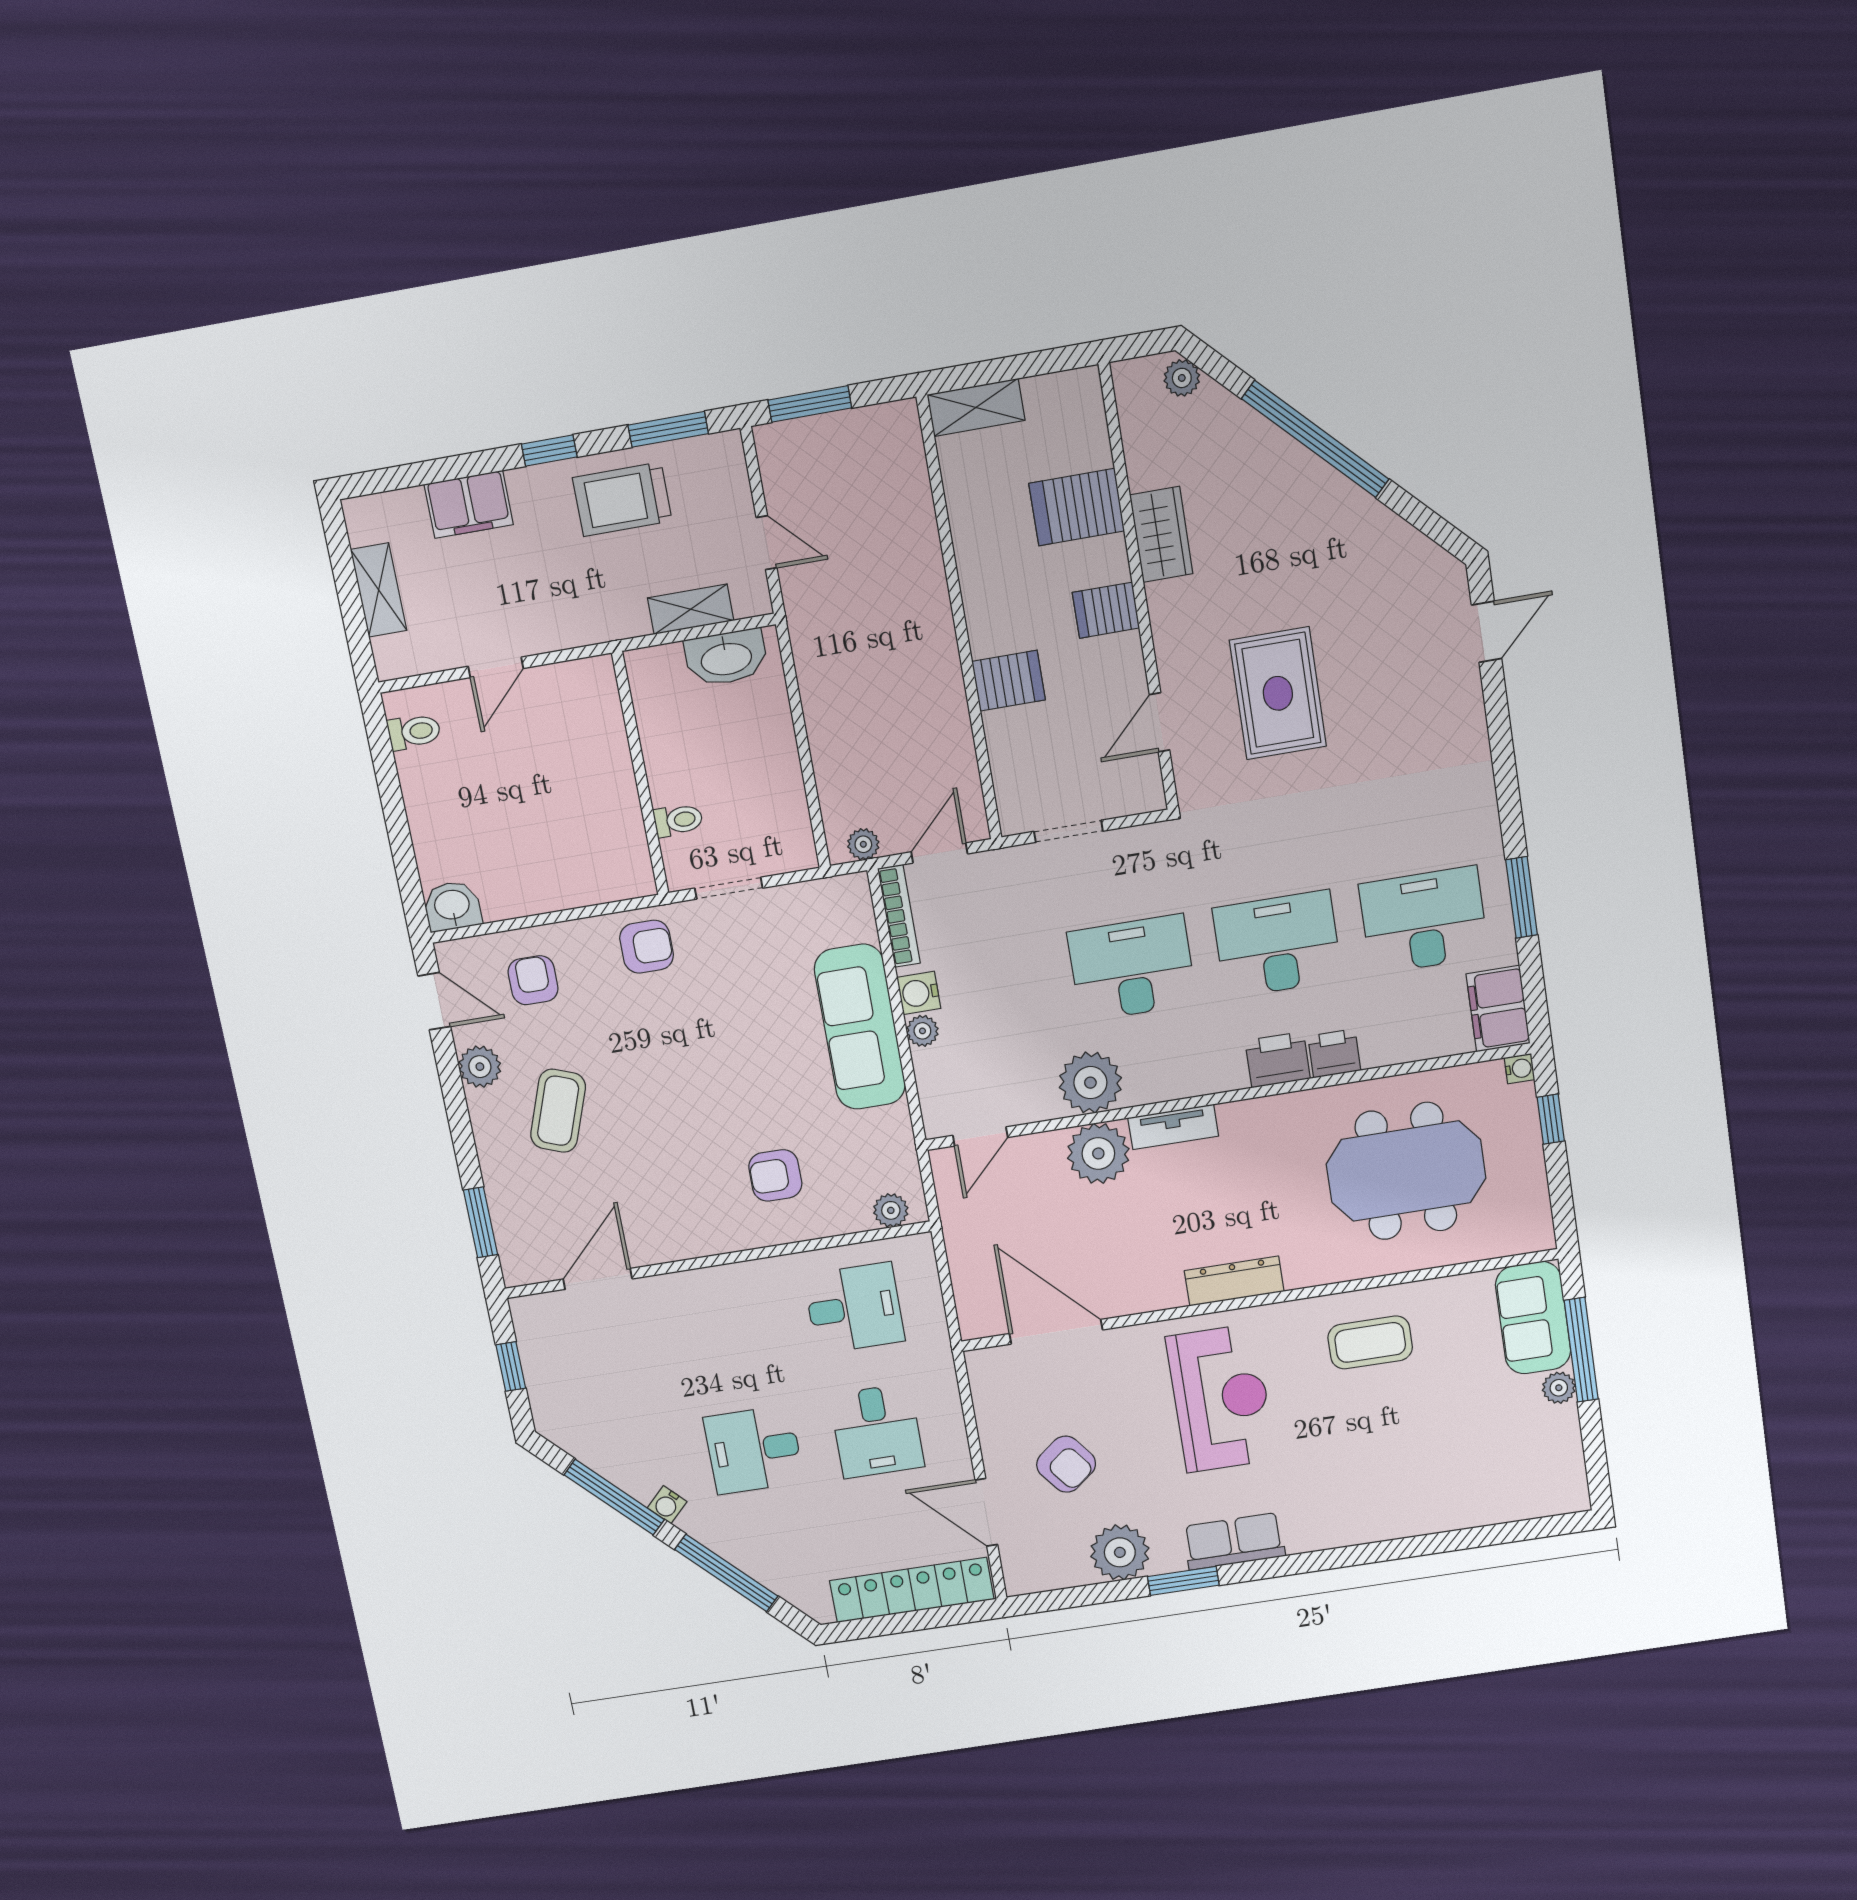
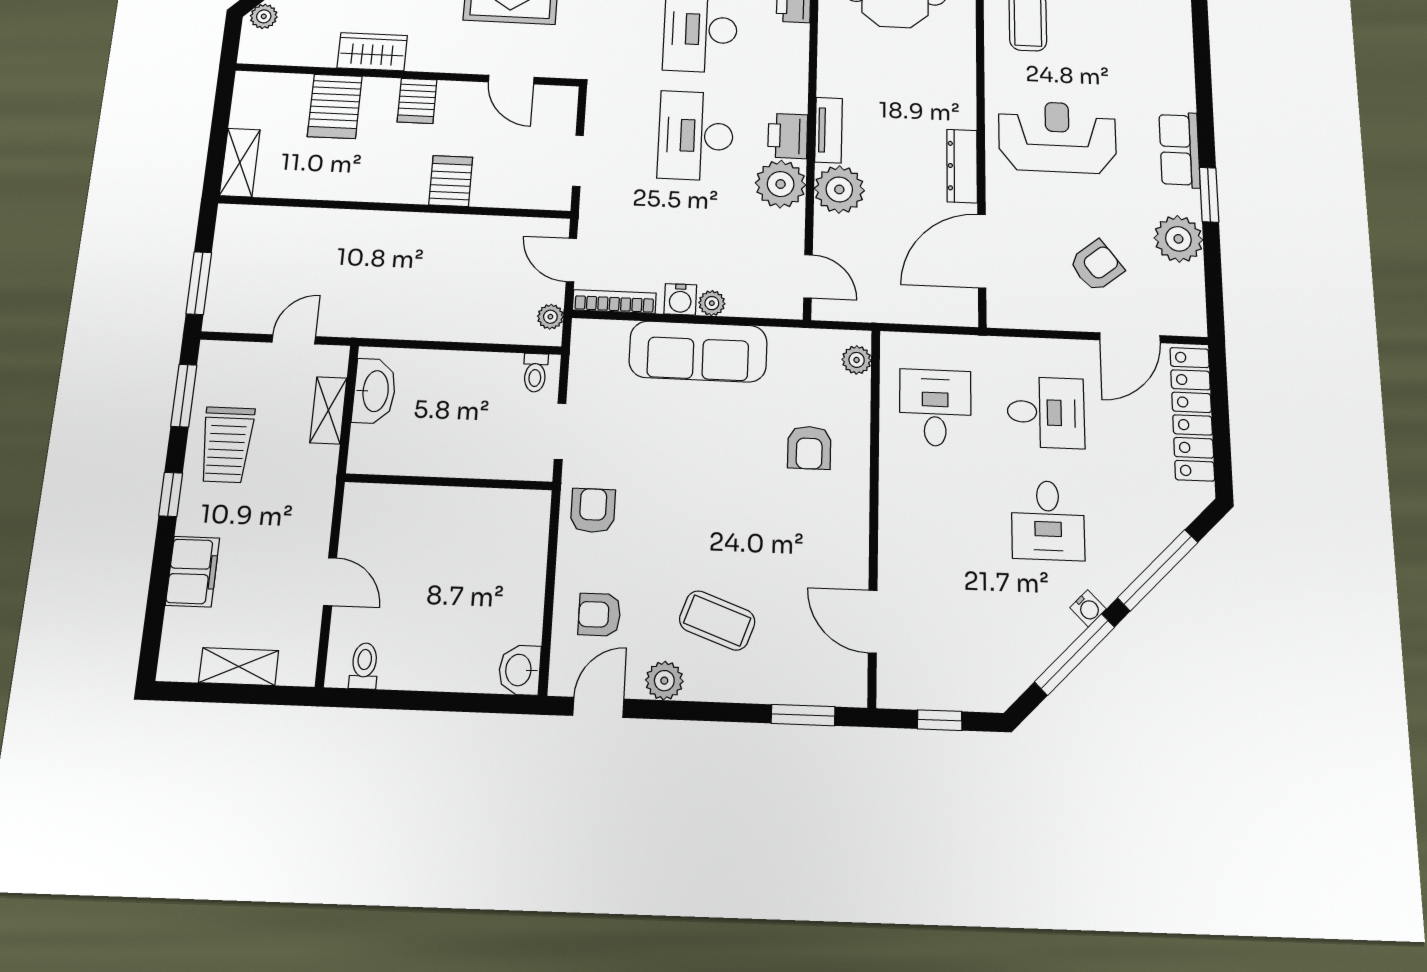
toilet: (678, 820) -> (535, 373), moved, turned 180
printer: (1278, 1060) -> (788, 136), moved
dresser: (1234, 1281) -> (962, 166), moved

